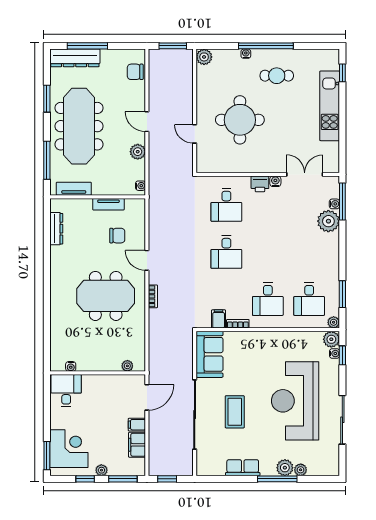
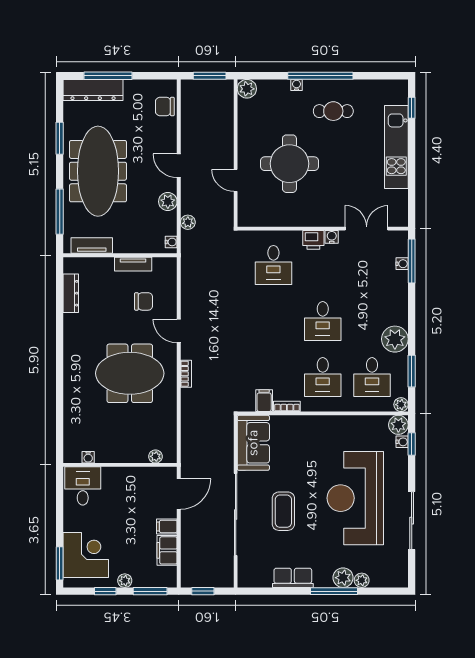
plant: (154, 169) -> (188, 222), added
plant: (328, 221) -> (395, 339), moved
desk: (226, 252) -> (323, 321), moved

